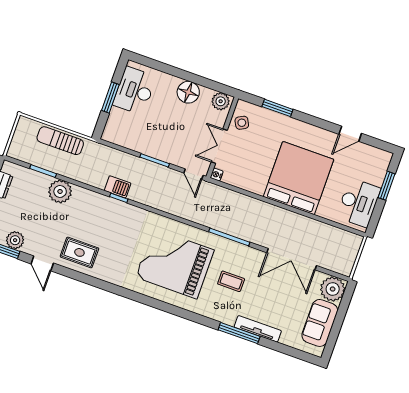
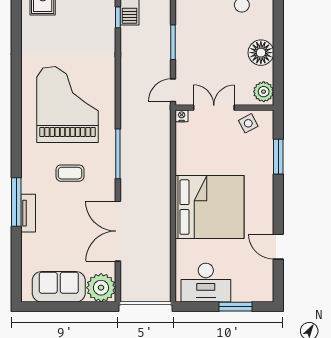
coffee table: (231, 281) -> (70, 173), turned 90
tv unit: (258, 329) -> (28, 213), width x0.71

